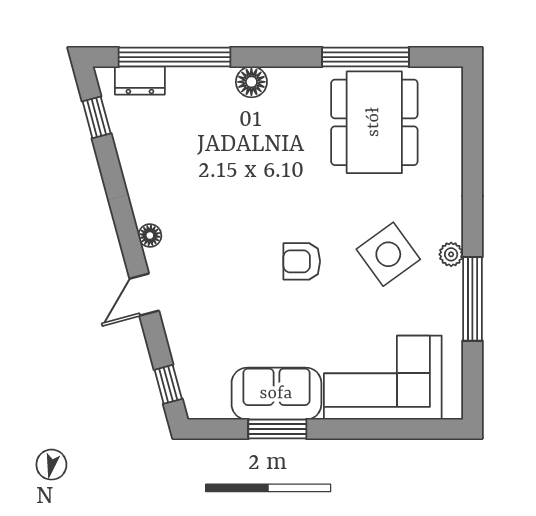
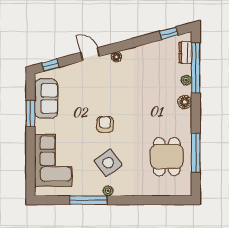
plant: (202, 78) -> (186, 80), added
dining table: (374, 122) -> (167, 157), width x0.73
sofa: (276, 394) -> (46, 98), moved

